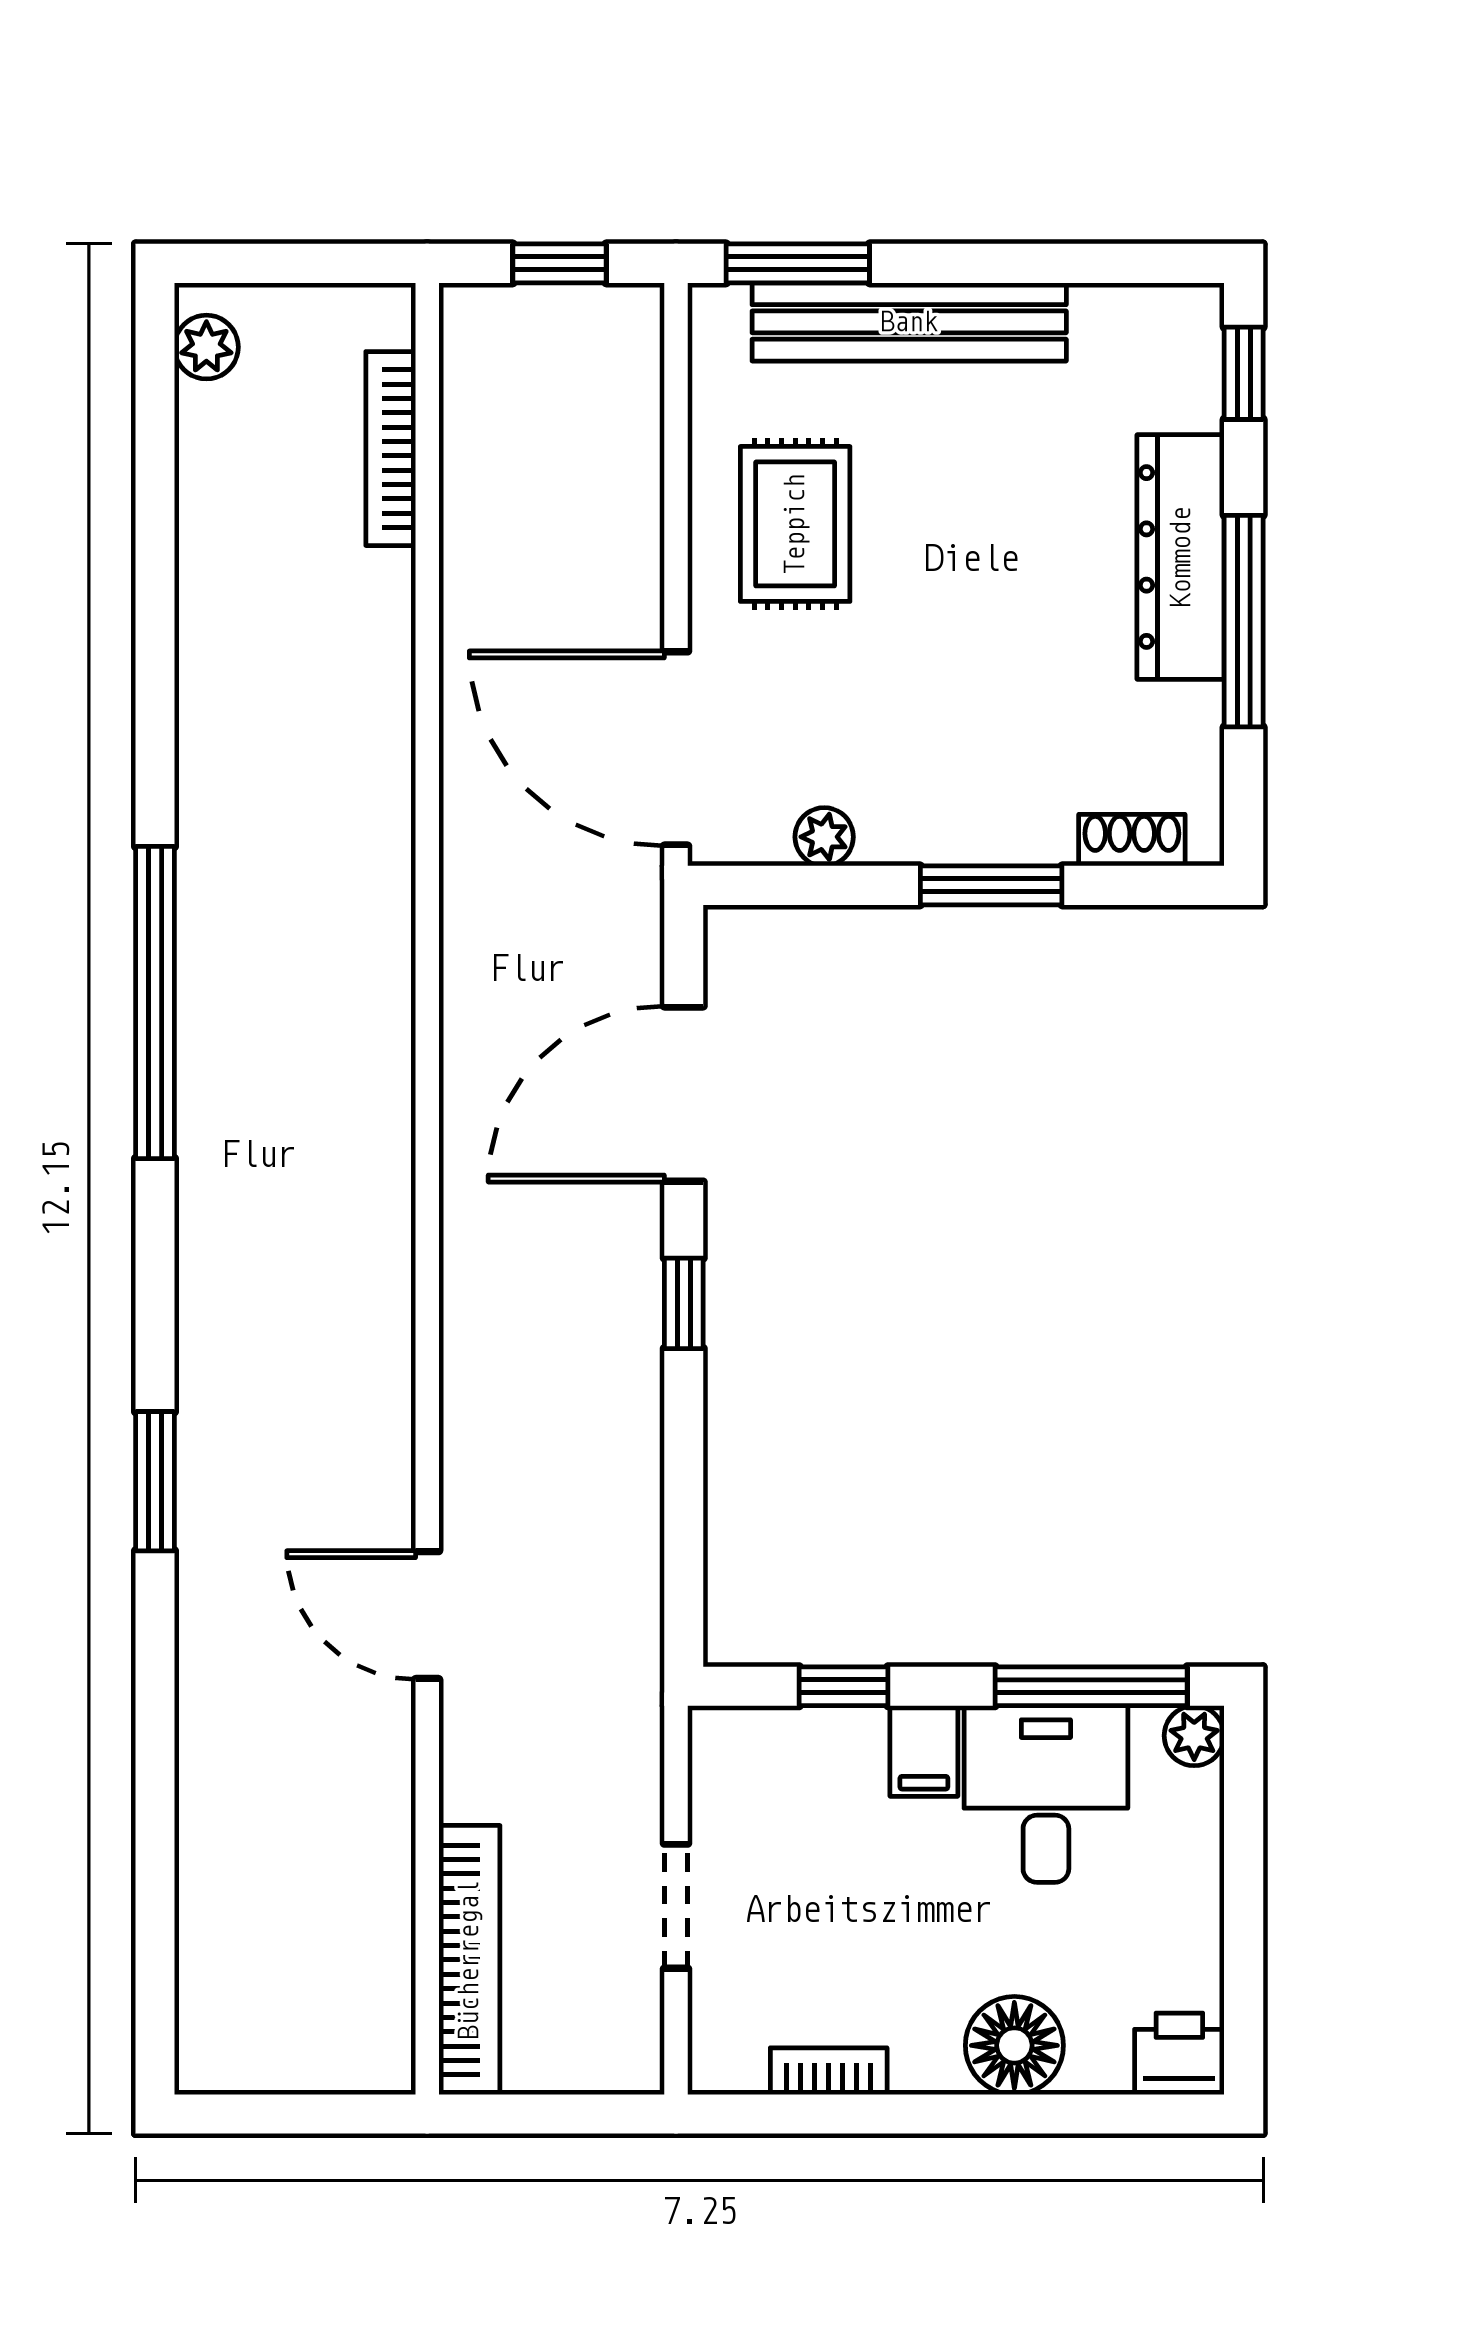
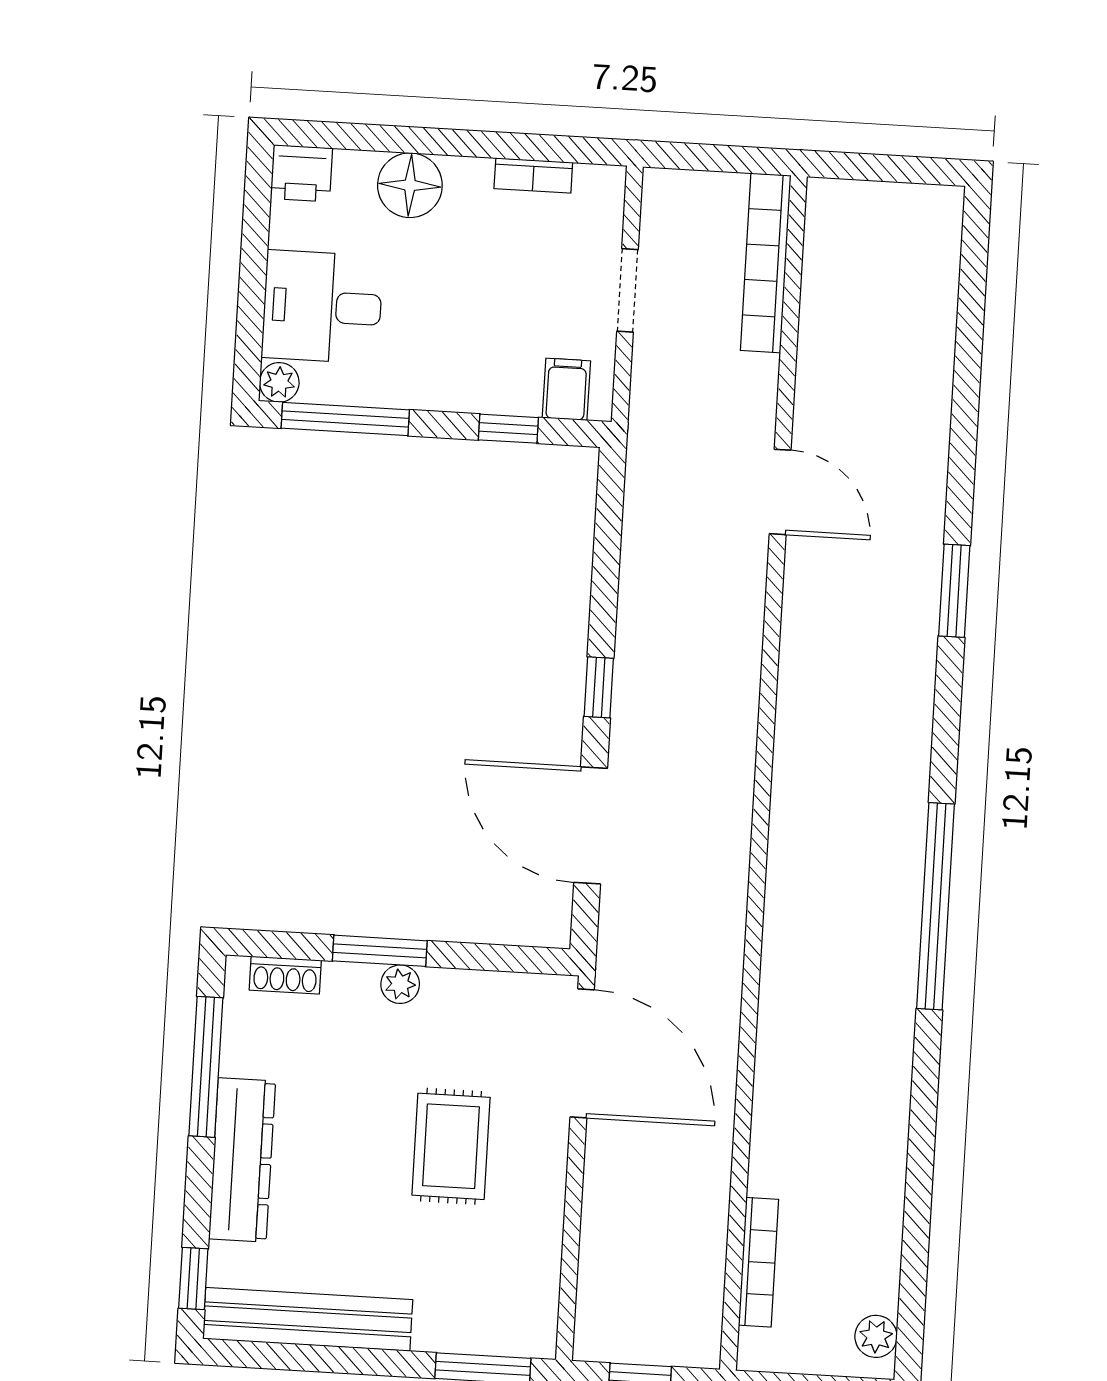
bench: (909, 322) -> (308, 1319), moved
rug: (795, 524) -> (451, 1146), moved
window: (1244, 621) -> (206, 1067), moved
plant: (824, 837) -> (400, 984), moved
door: (684, 1094) -> (591, 825), swing flipped
filing cabinet: (924, 1751) -> (566, 389), moved
desk: (1046, 1794) -> (322, 307), moved, turned 90

